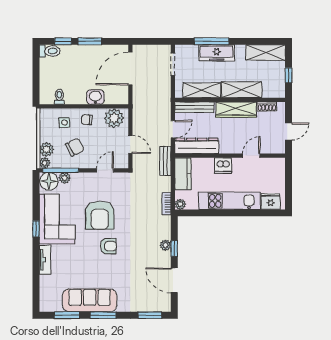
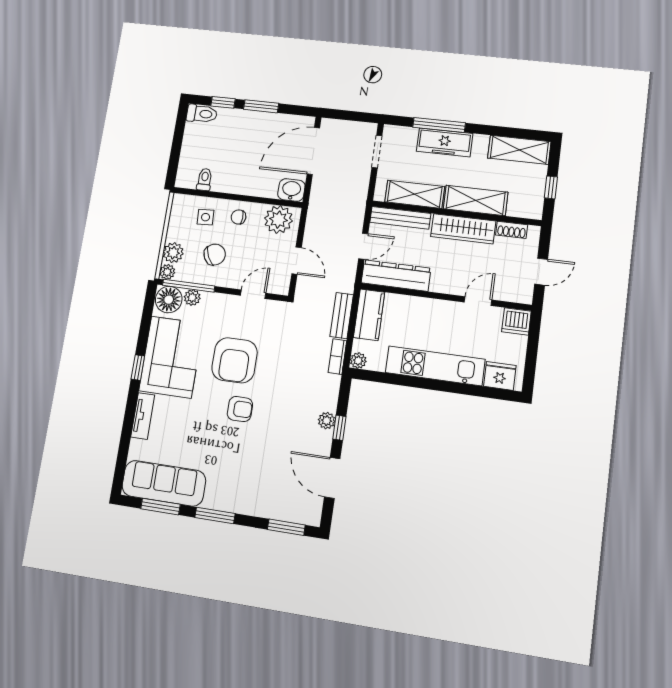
washbasin: (95, 97) -> (291, 190), moved
bench: (165, 161) -> (342, 316), moved
dishwasher: (223, 166) -> (516, 321), moved
sofa: (90, 300) -> (164, 483), moved

